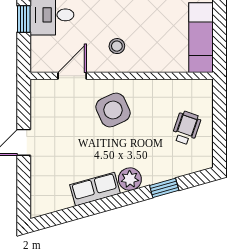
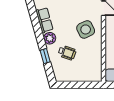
wheelchair: (186, 128) -> (67, 53), moved

